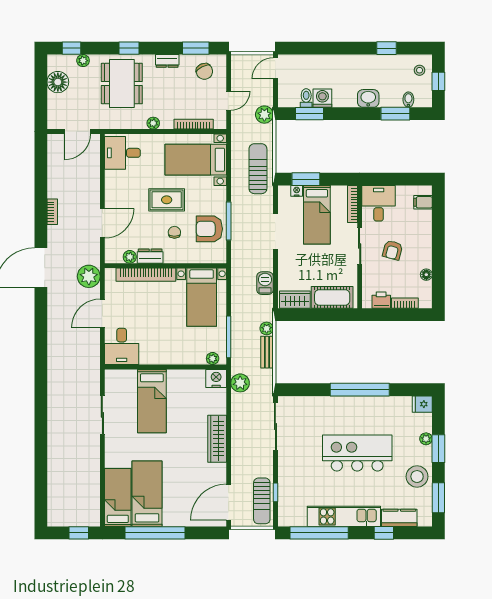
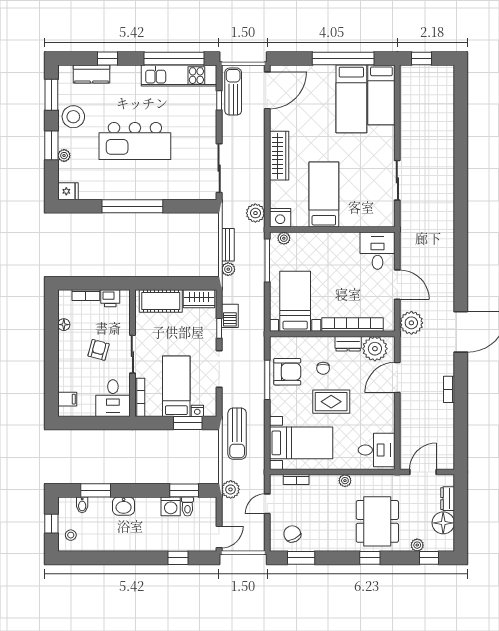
window: (387, 48) -> (178, 558), moved
dresser: (167, 61) -> (448, 499), moved, turned -90
bookcase: (194, 124) -> (296, 479), width x0.64
plant: (130, 257) -> (375, 349), width x1.88, depth x1.88
window: (275, 271) -> (219, 328), added
door: (102, 313) -> (397, 285), hinge flipped
bed: (152, 401) -> (324, 194), moved
kitchen unit: (344, 516) -> (179, 76), moved

